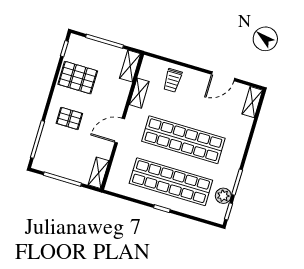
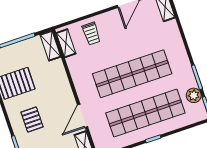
shelving: (139, 93) -> (66, 43), moved
pallet: (69, 118) -> (32, 120), turned 90
door: (120, 131) -> (83, 116), moved

